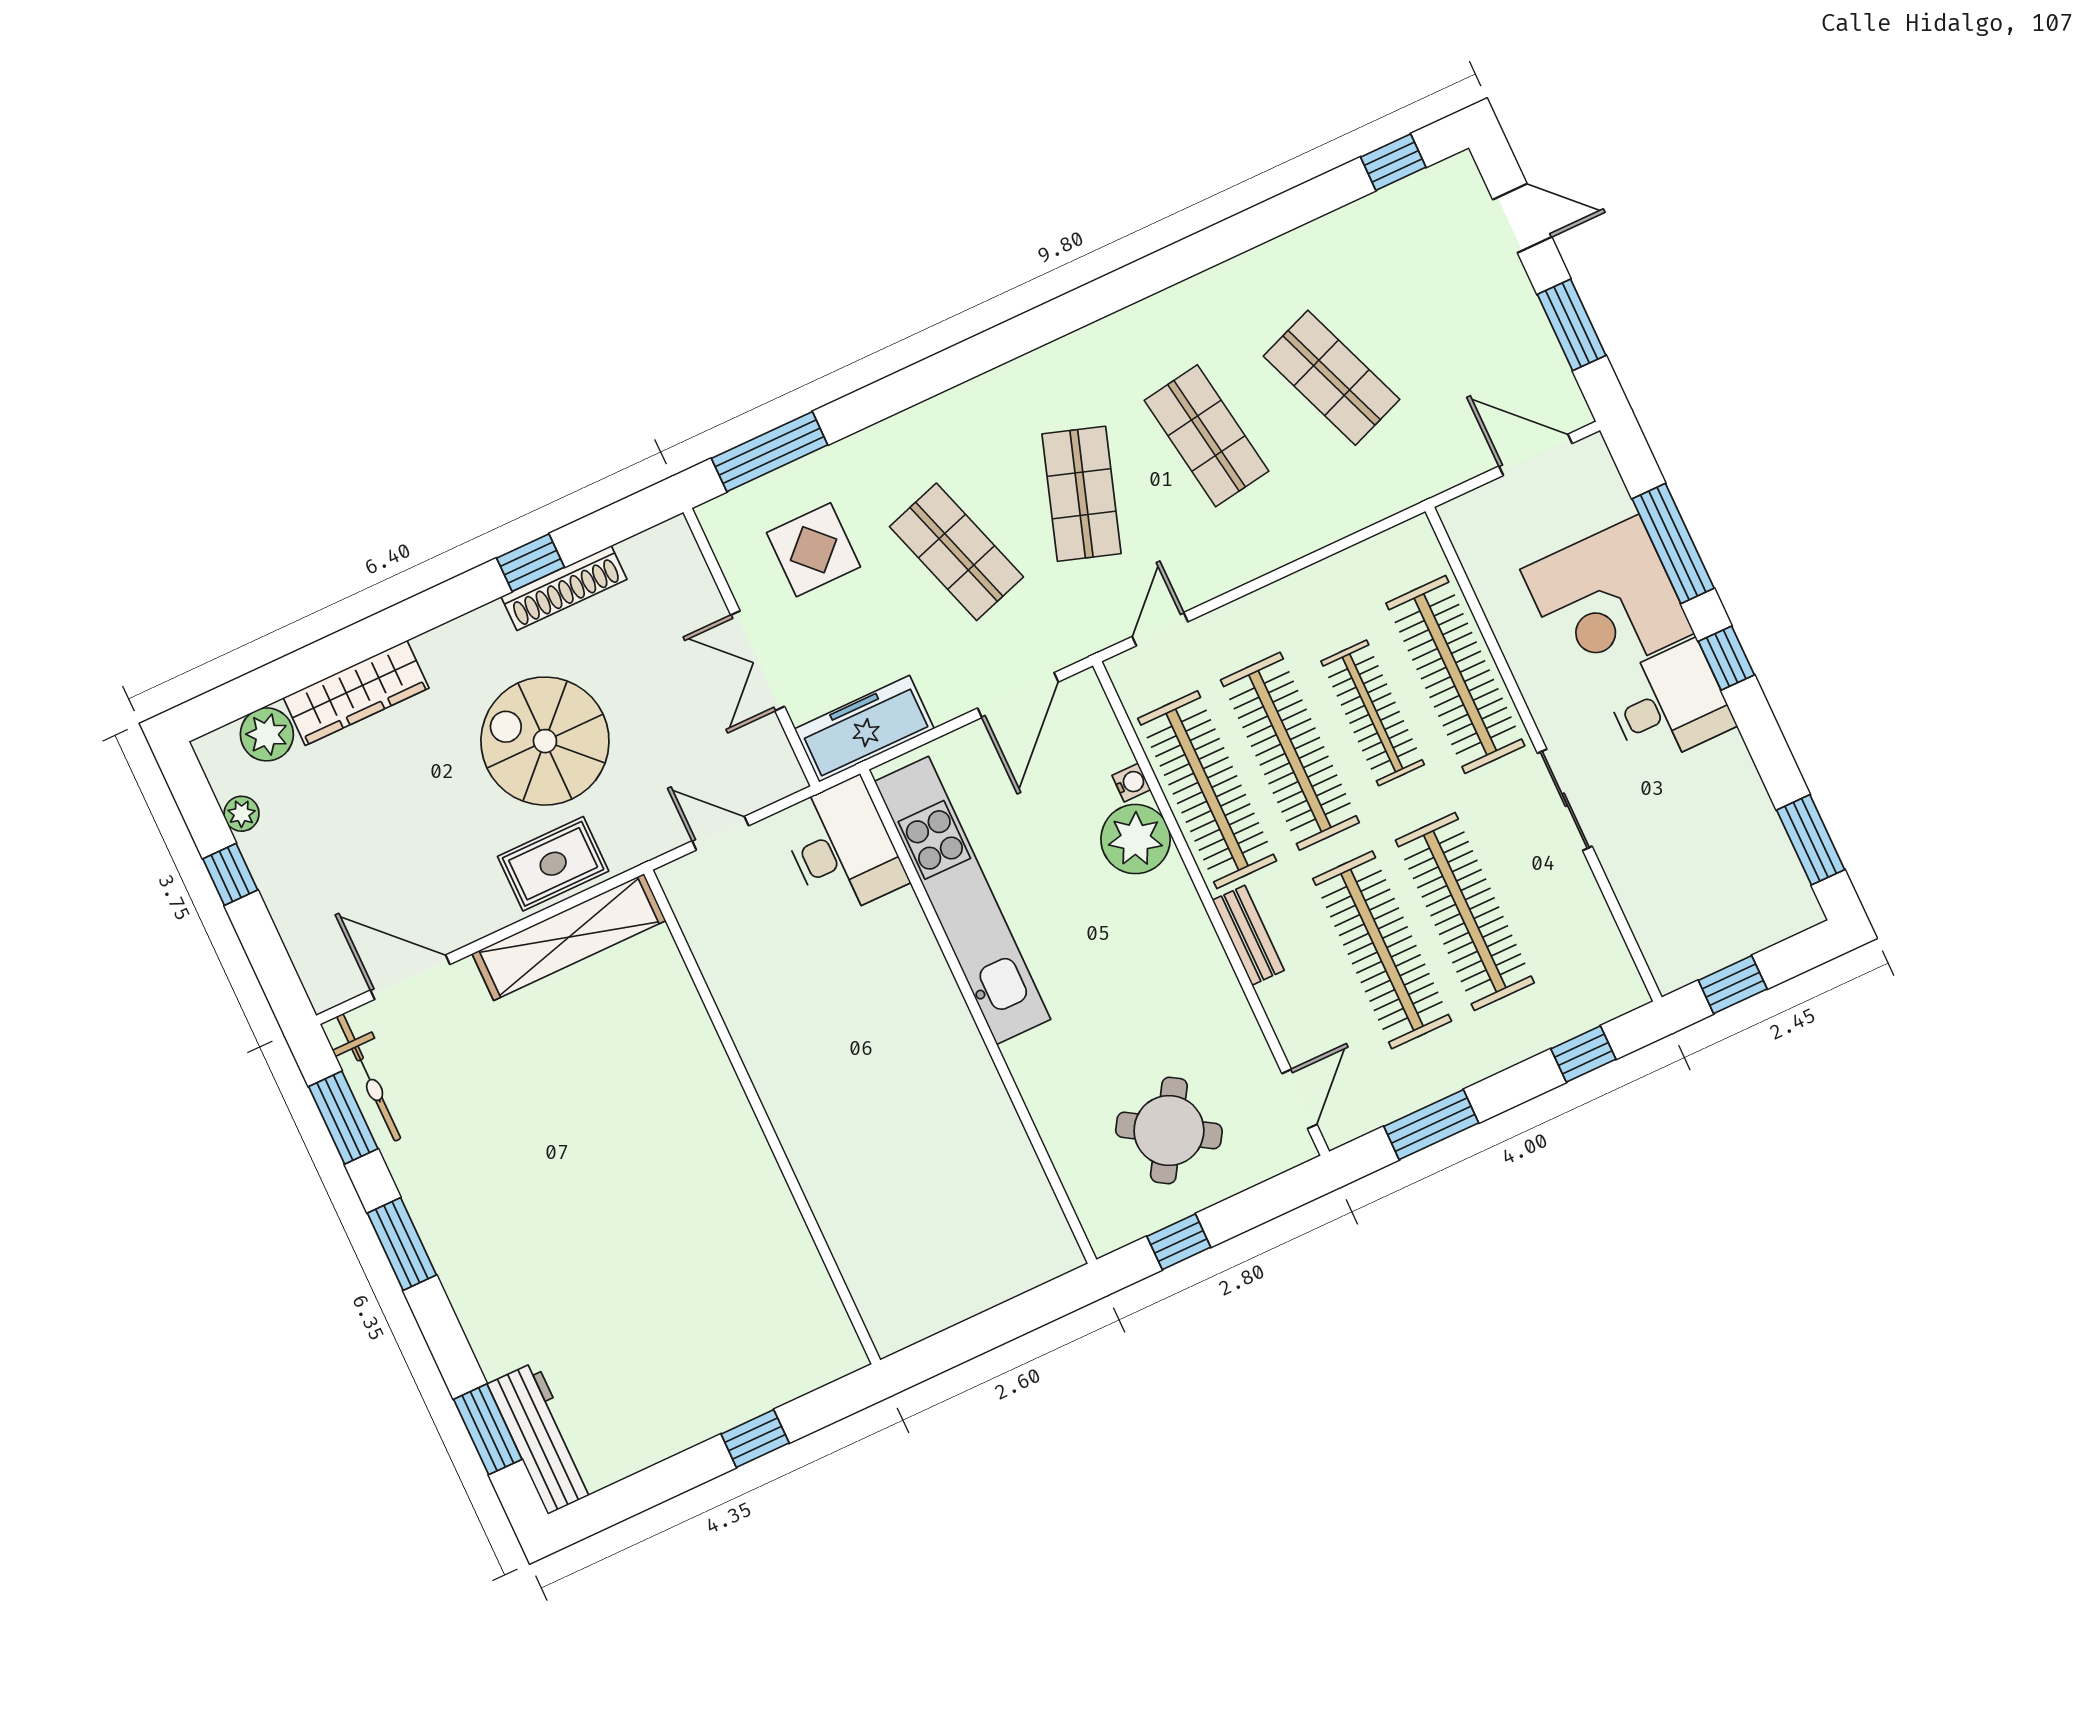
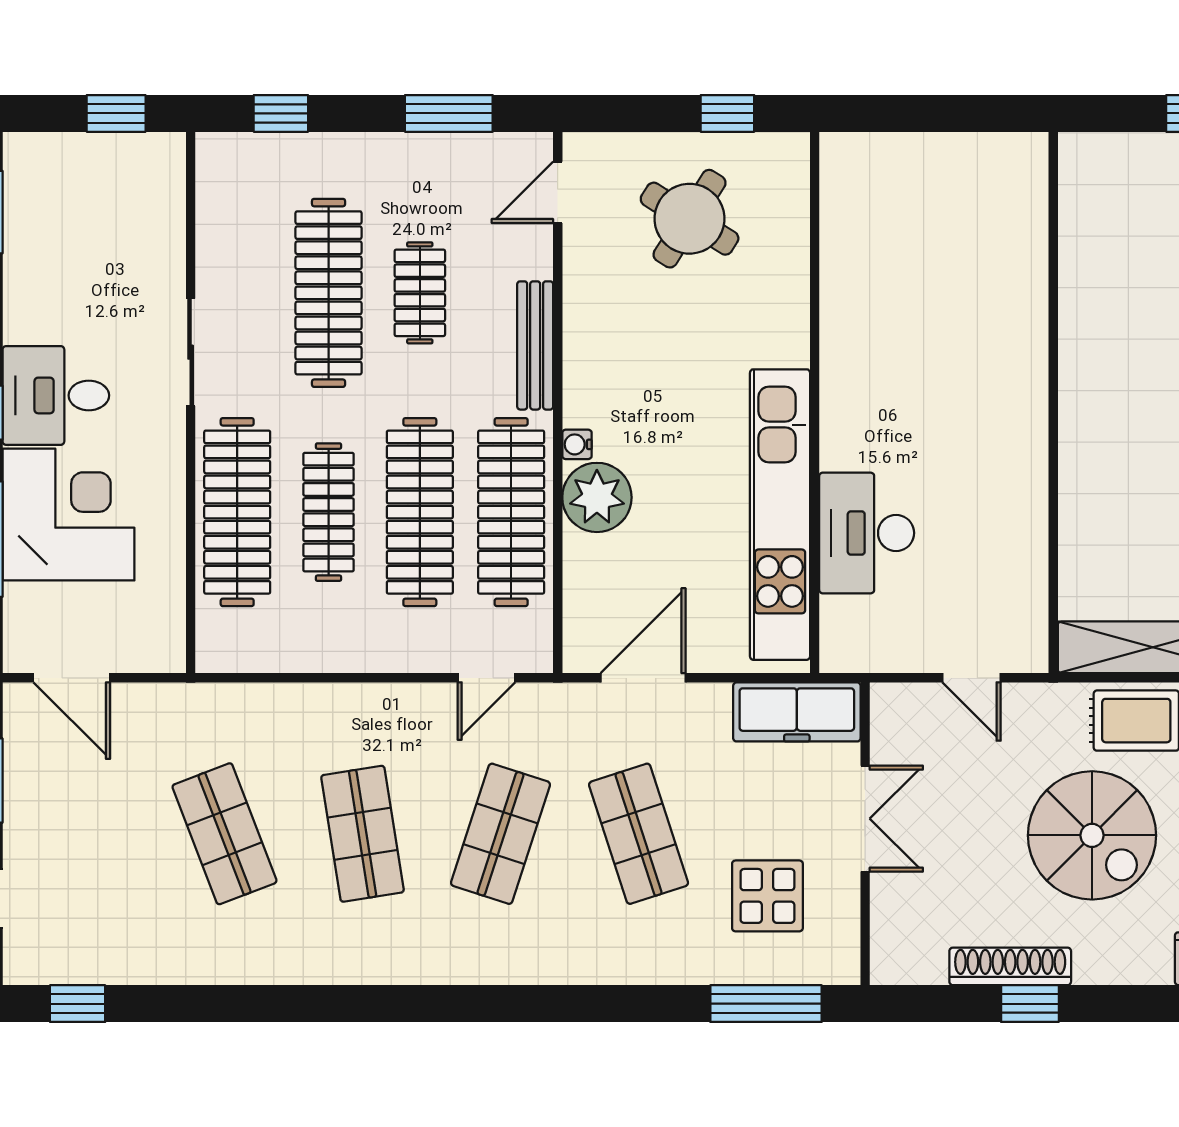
water cooler: (1131, 783) -> (577, 444), moved
desk: (843, 848) -> (867, 533), moved
bench: (1248, 935) -> (535, 345), width x1.36
clothes rail: (1382, 950) -> (420, 293), width x0.54, depth x0.76

